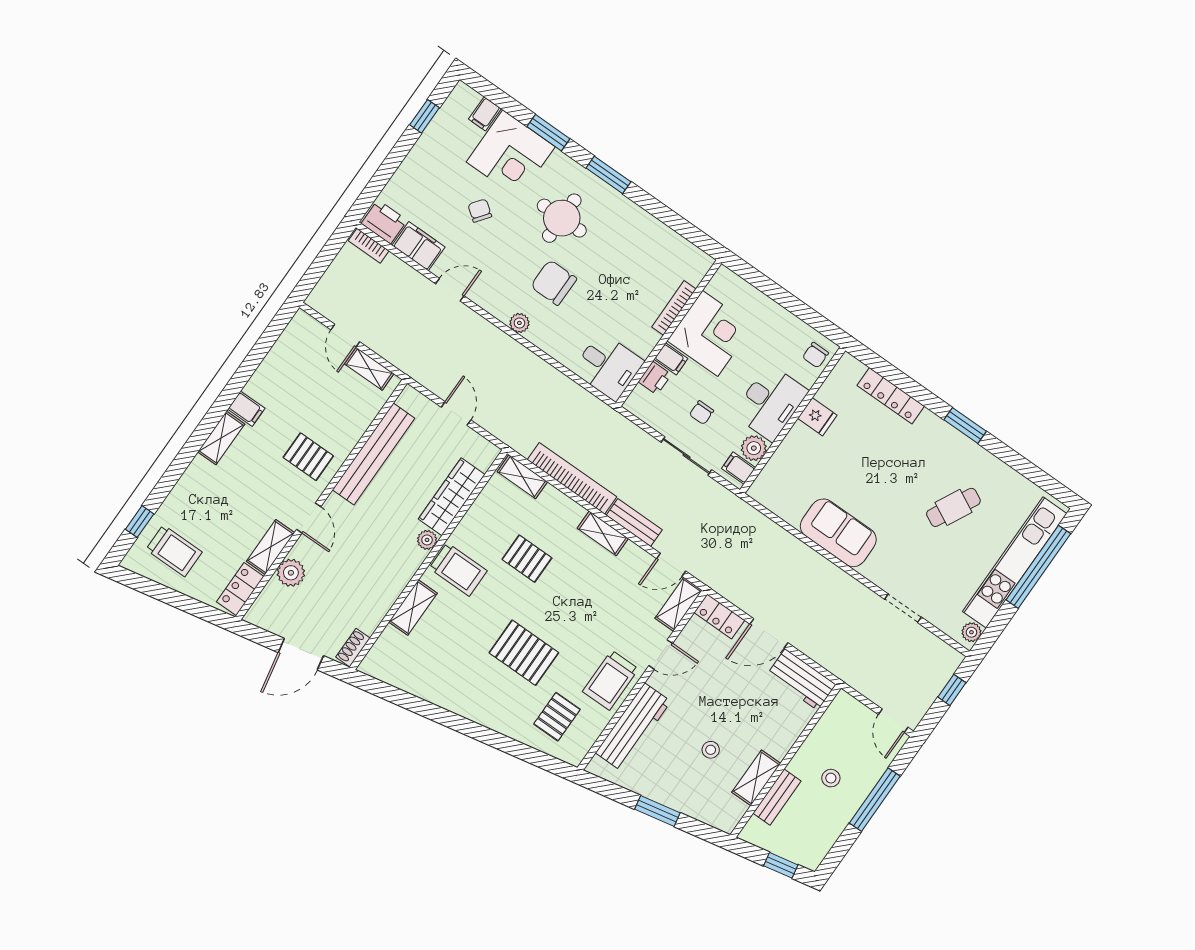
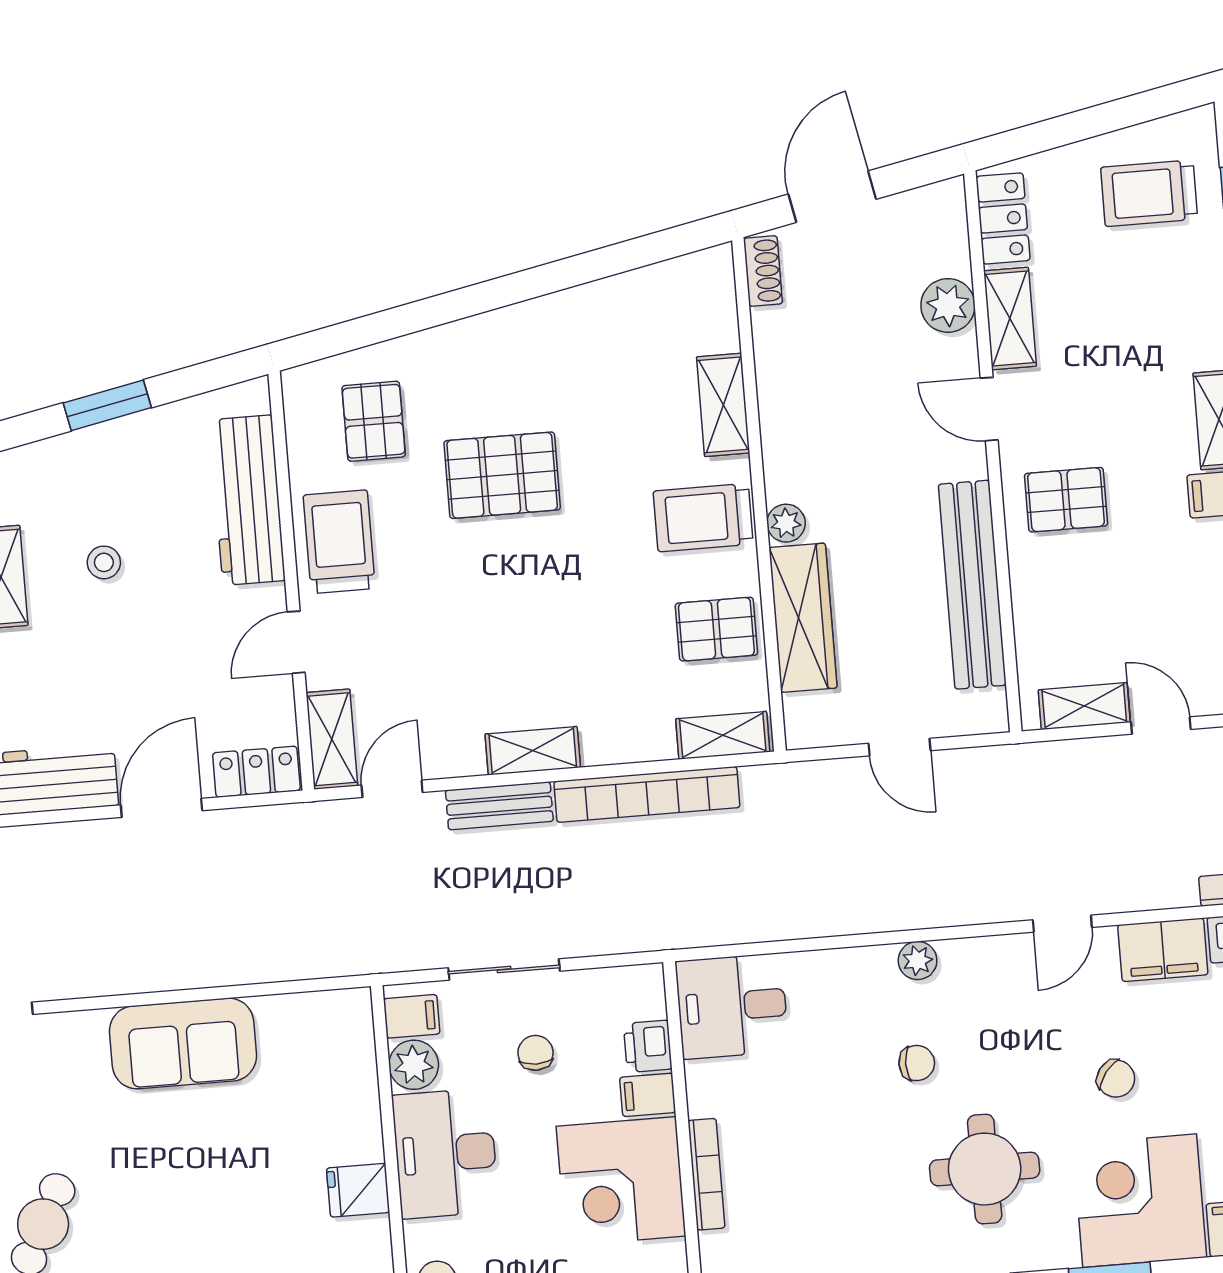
chair: (554, 283) -> (917, 1063), width x0.54, depth x0.54
pallet: (527, 559) -> (716, 629), moved

